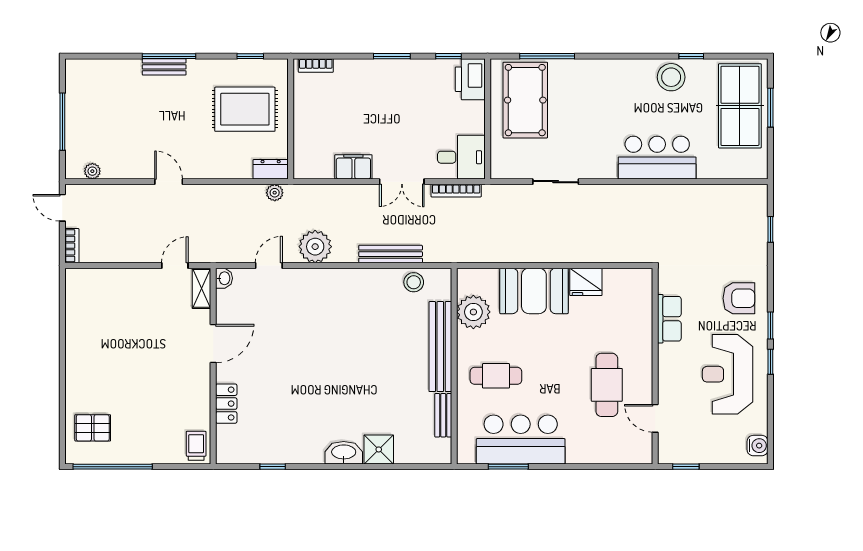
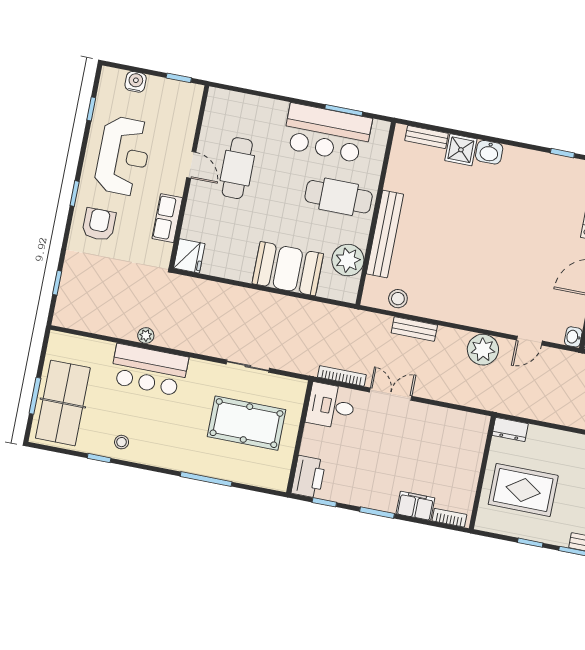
window: (250, 56) -> (530, 543), moved
window: (547, 56) -> (206, 479), moved
stool: (671, 77) -> (122, 442), width x0.53, depth x0.53
pool table: (525, 100) -> (246, 423), moved, turned 90
filing cabinet: (353, 167) -> (415, 506), moved, turned 180
plant: (275, 193) -> (146, 336), moved
bench: (391, 254) -> (414, 329), width x0.73
fridge: (586, 282) -> (189, 256), moved, turned 90
armchair: (739, 298) -> (99, 224), turned 90
window: (770, 362) -> (91, 109), moved
cafe table: (496, 376) -> (339, 197), width x1.37, depth x1.35
bench: (443, 415) -> (427, 137), moved, turned 90
door: (655, 418) -> (191, 165), moved
water cooler: (758, 446) -> (136, 82), moved, turned 90
washbasin: (344, 453) -> (489, 152), width x0.72

